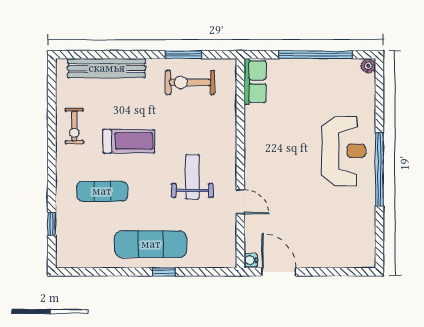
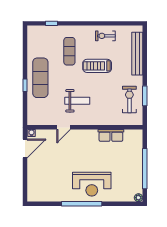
row of seats: (255, 82) -> (111, 135), moved
treadmill: (129, 141) -> (97, 66), turned 90

